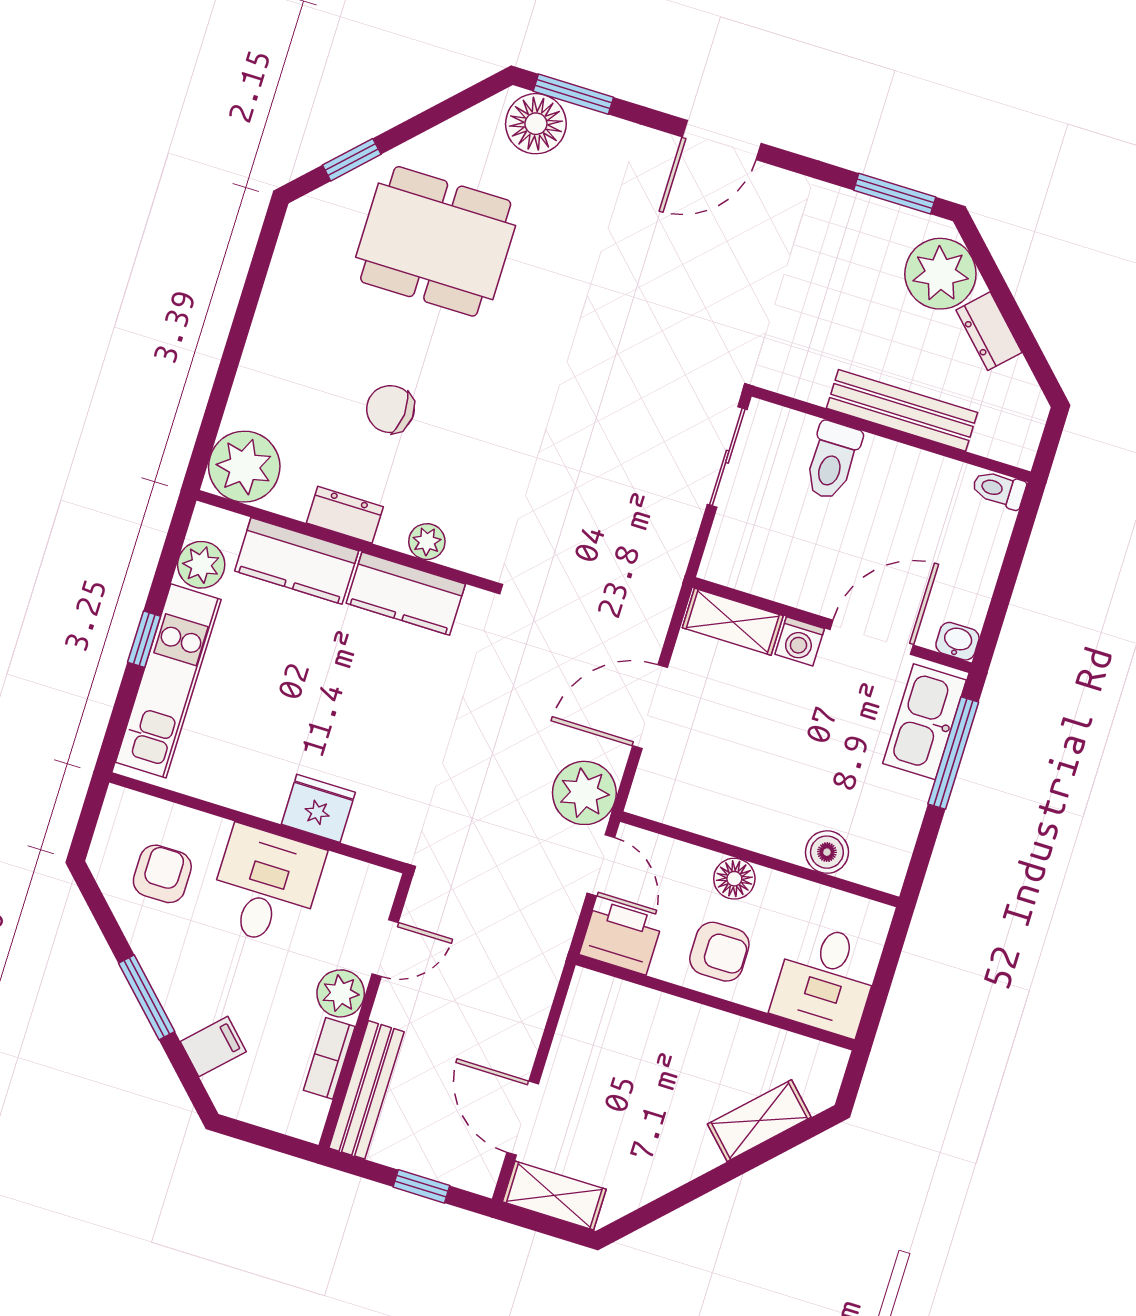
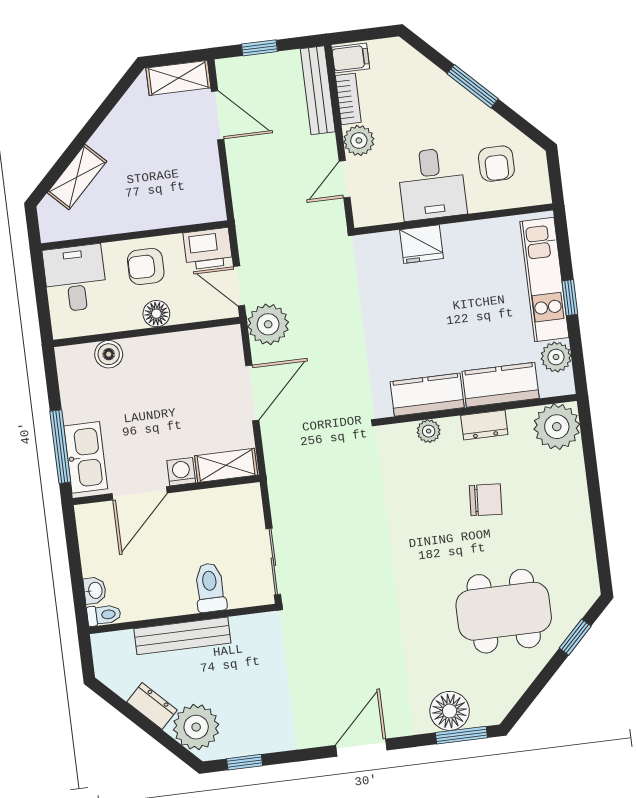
floor lamp: (536, 124) -> (450, 711), moved
window: (895, 194) -> (245, 762), width x0.67
washbasin: (957, 641) -> (95, 590), moved, turned -90
filing cabinet: (213, 1047) -> (351, 58), moved, turned -135

